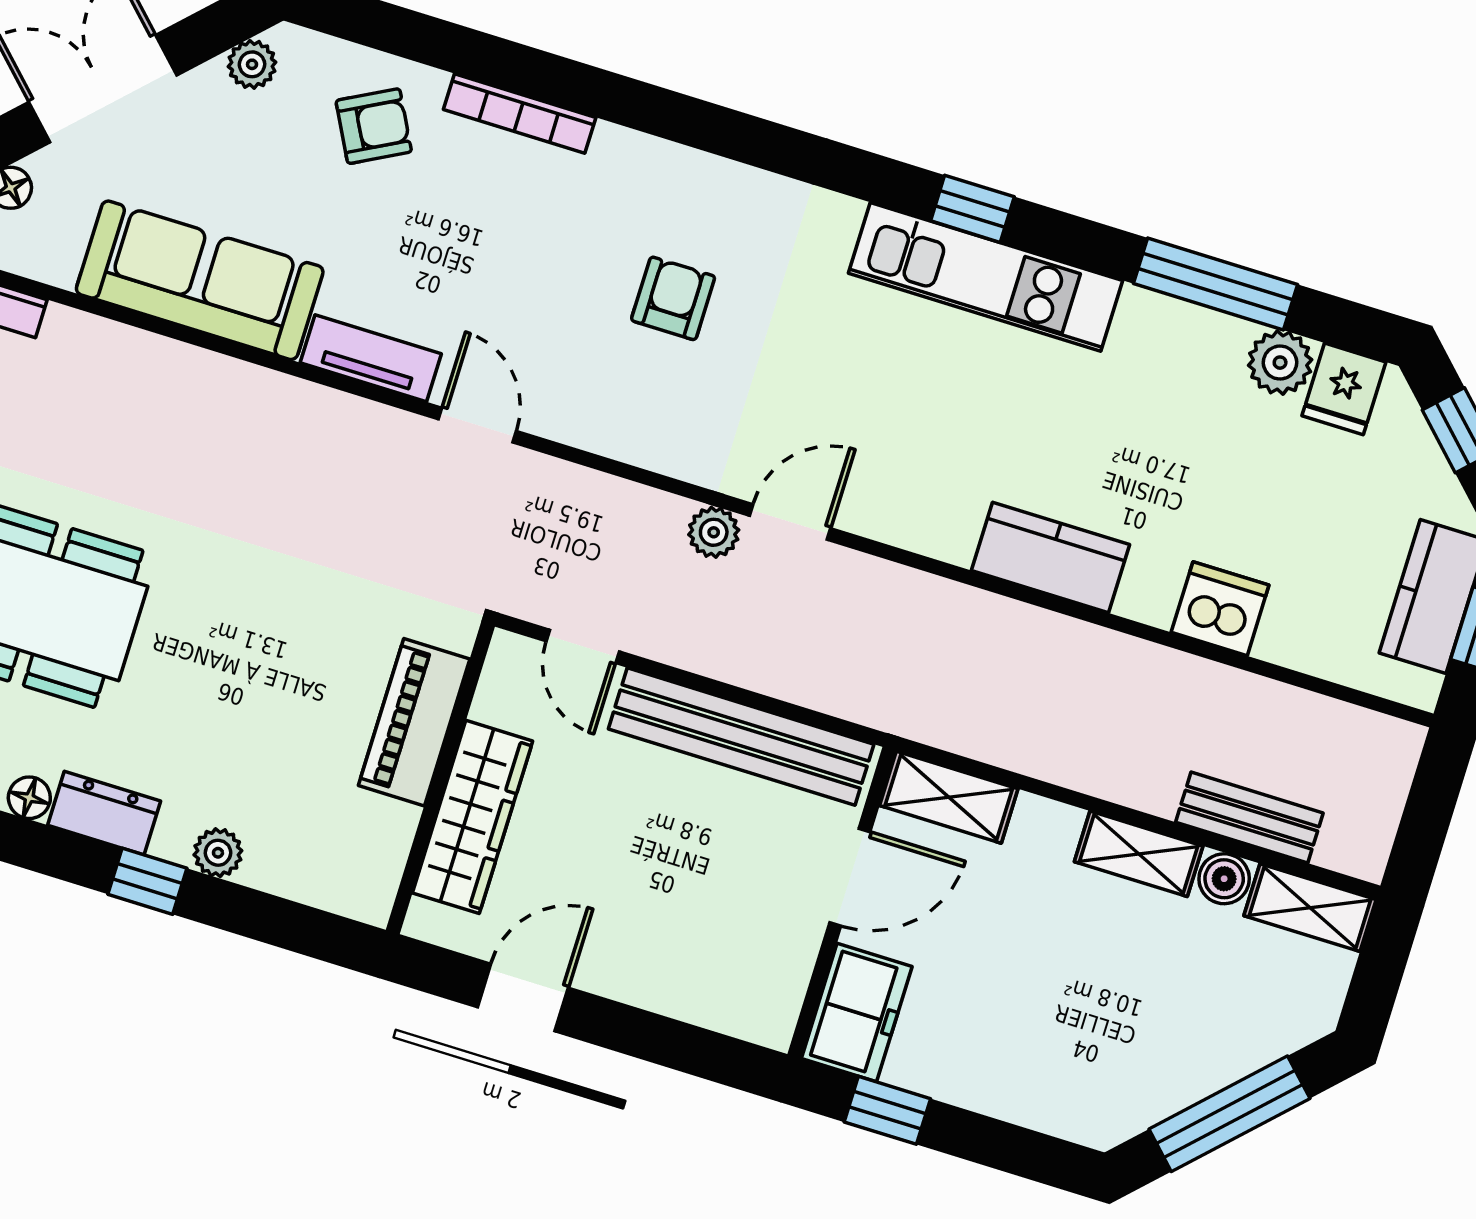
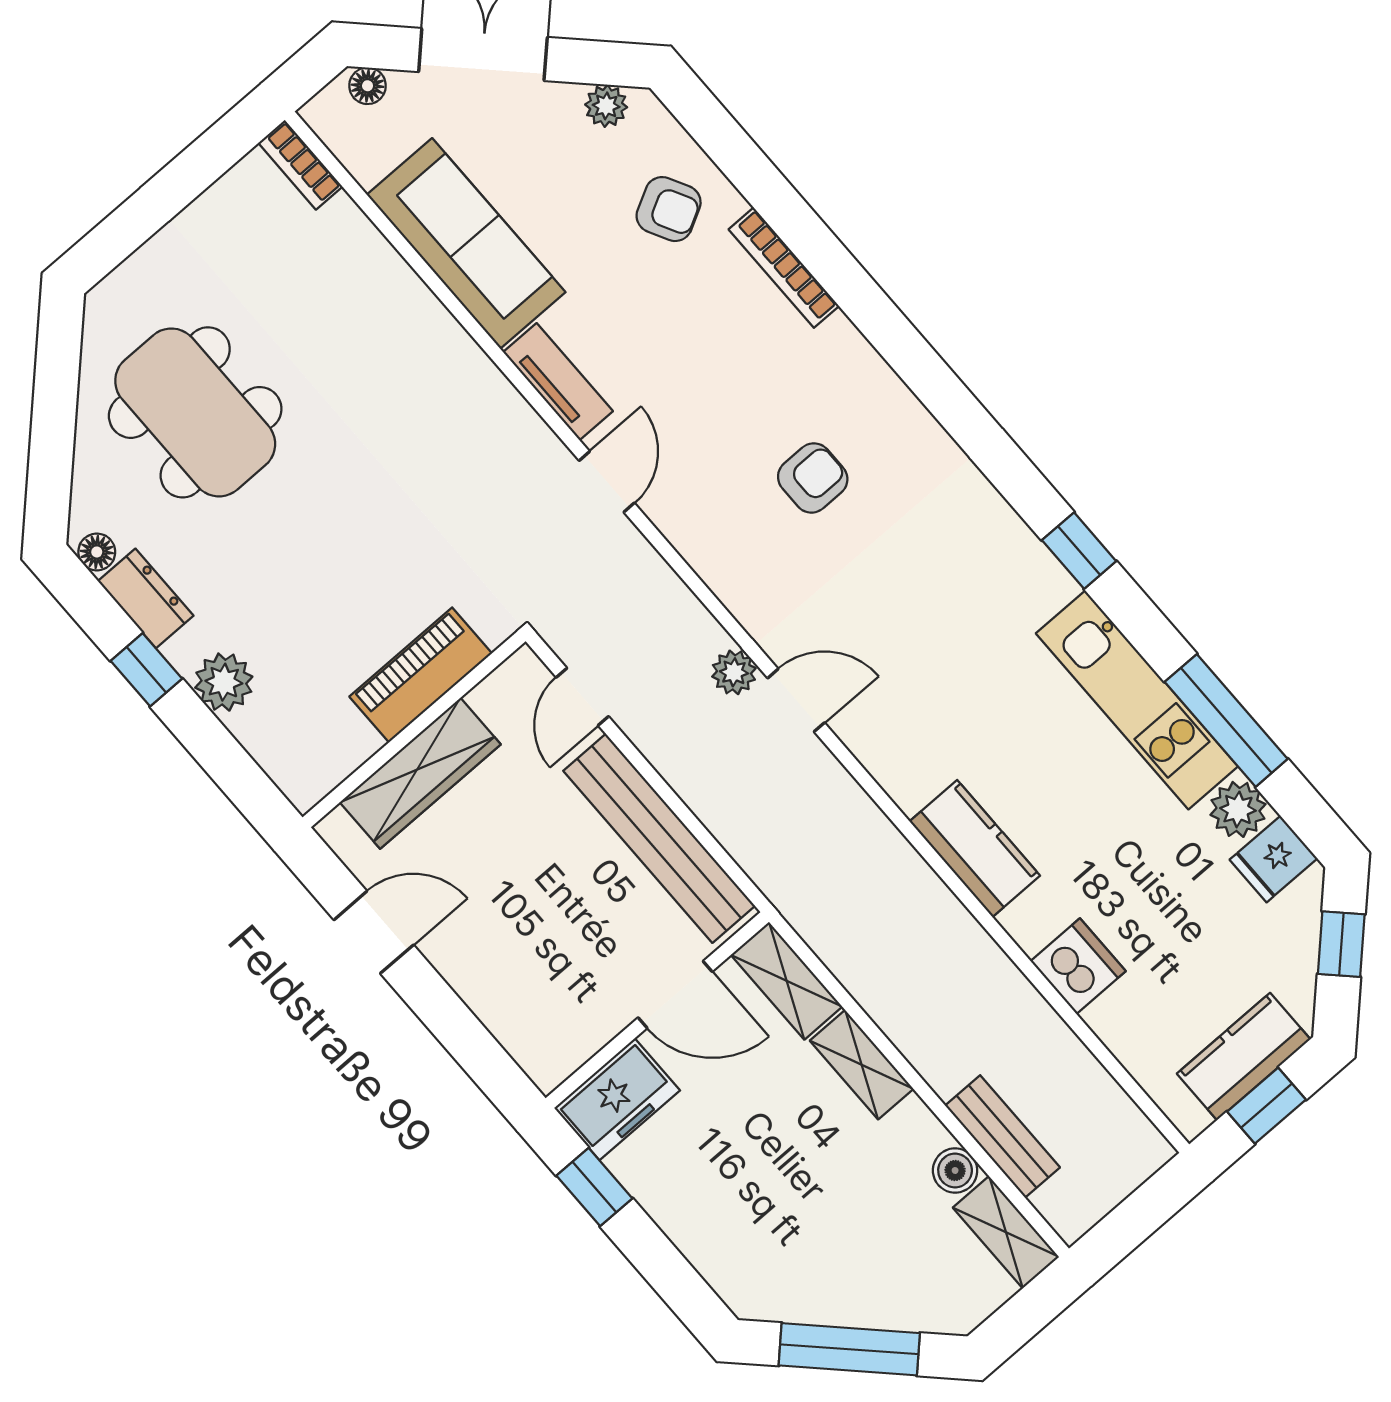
kitchen unit: (986, 277) -> (1137, 700), moved
plant: (218, 853) -> (224, 682), width x1.38, depth x1.38
shelving: (1139, 854) -> (862, 1065), moved

